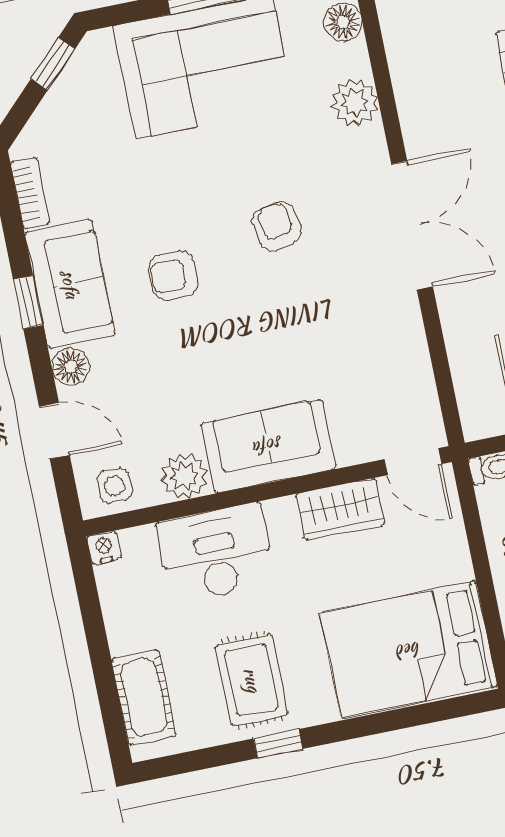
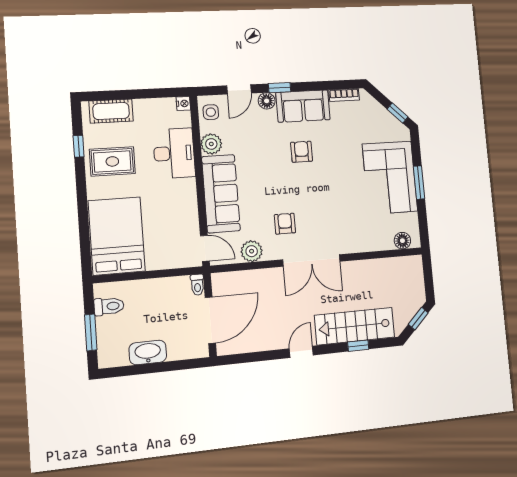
plant: (355, 102) -> (252, 251), moved
armchair: (277, 226) -> (285, 224), moved, turned -79
window: (28, 302) -> (280, 88), moved
sofa: (268, 446) -> (221, 194), width x1.36
door: (413, 462) -> (205, 248), swing flipped
wardrobe: (340, 509) -> (187, 212), removed
window: (278, 744) -> (79, 146), moved

